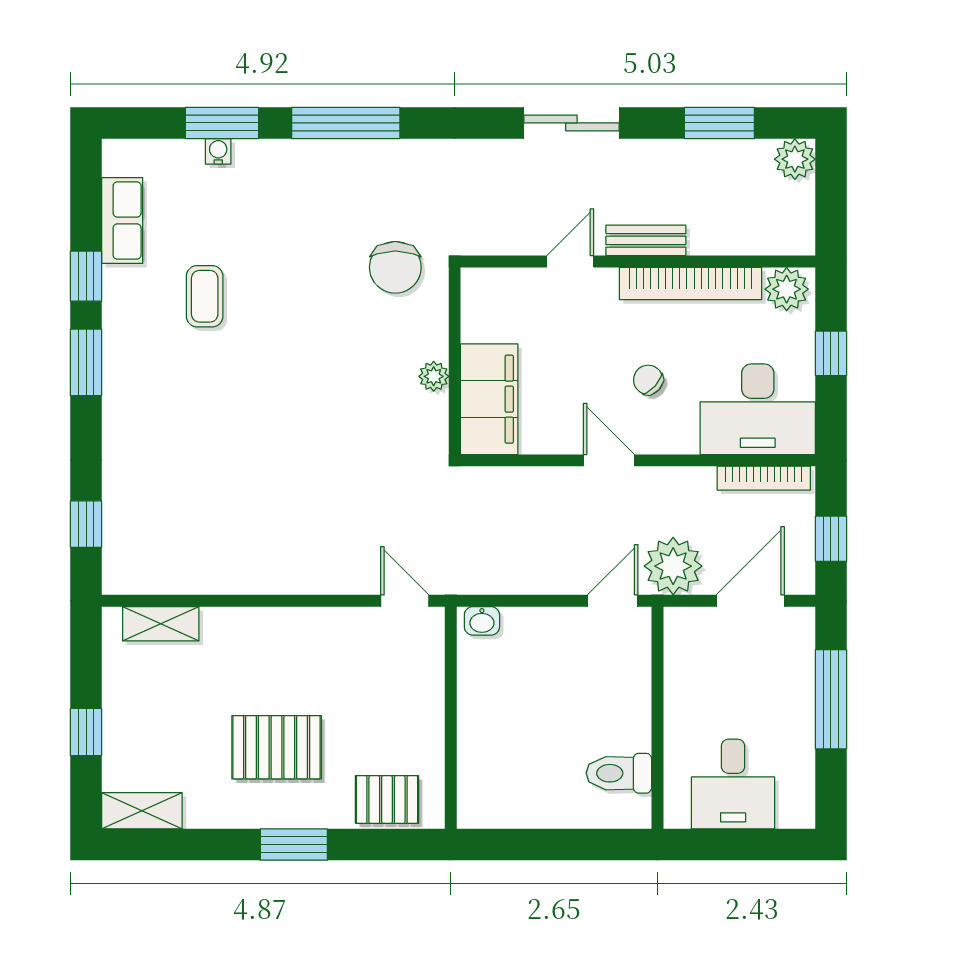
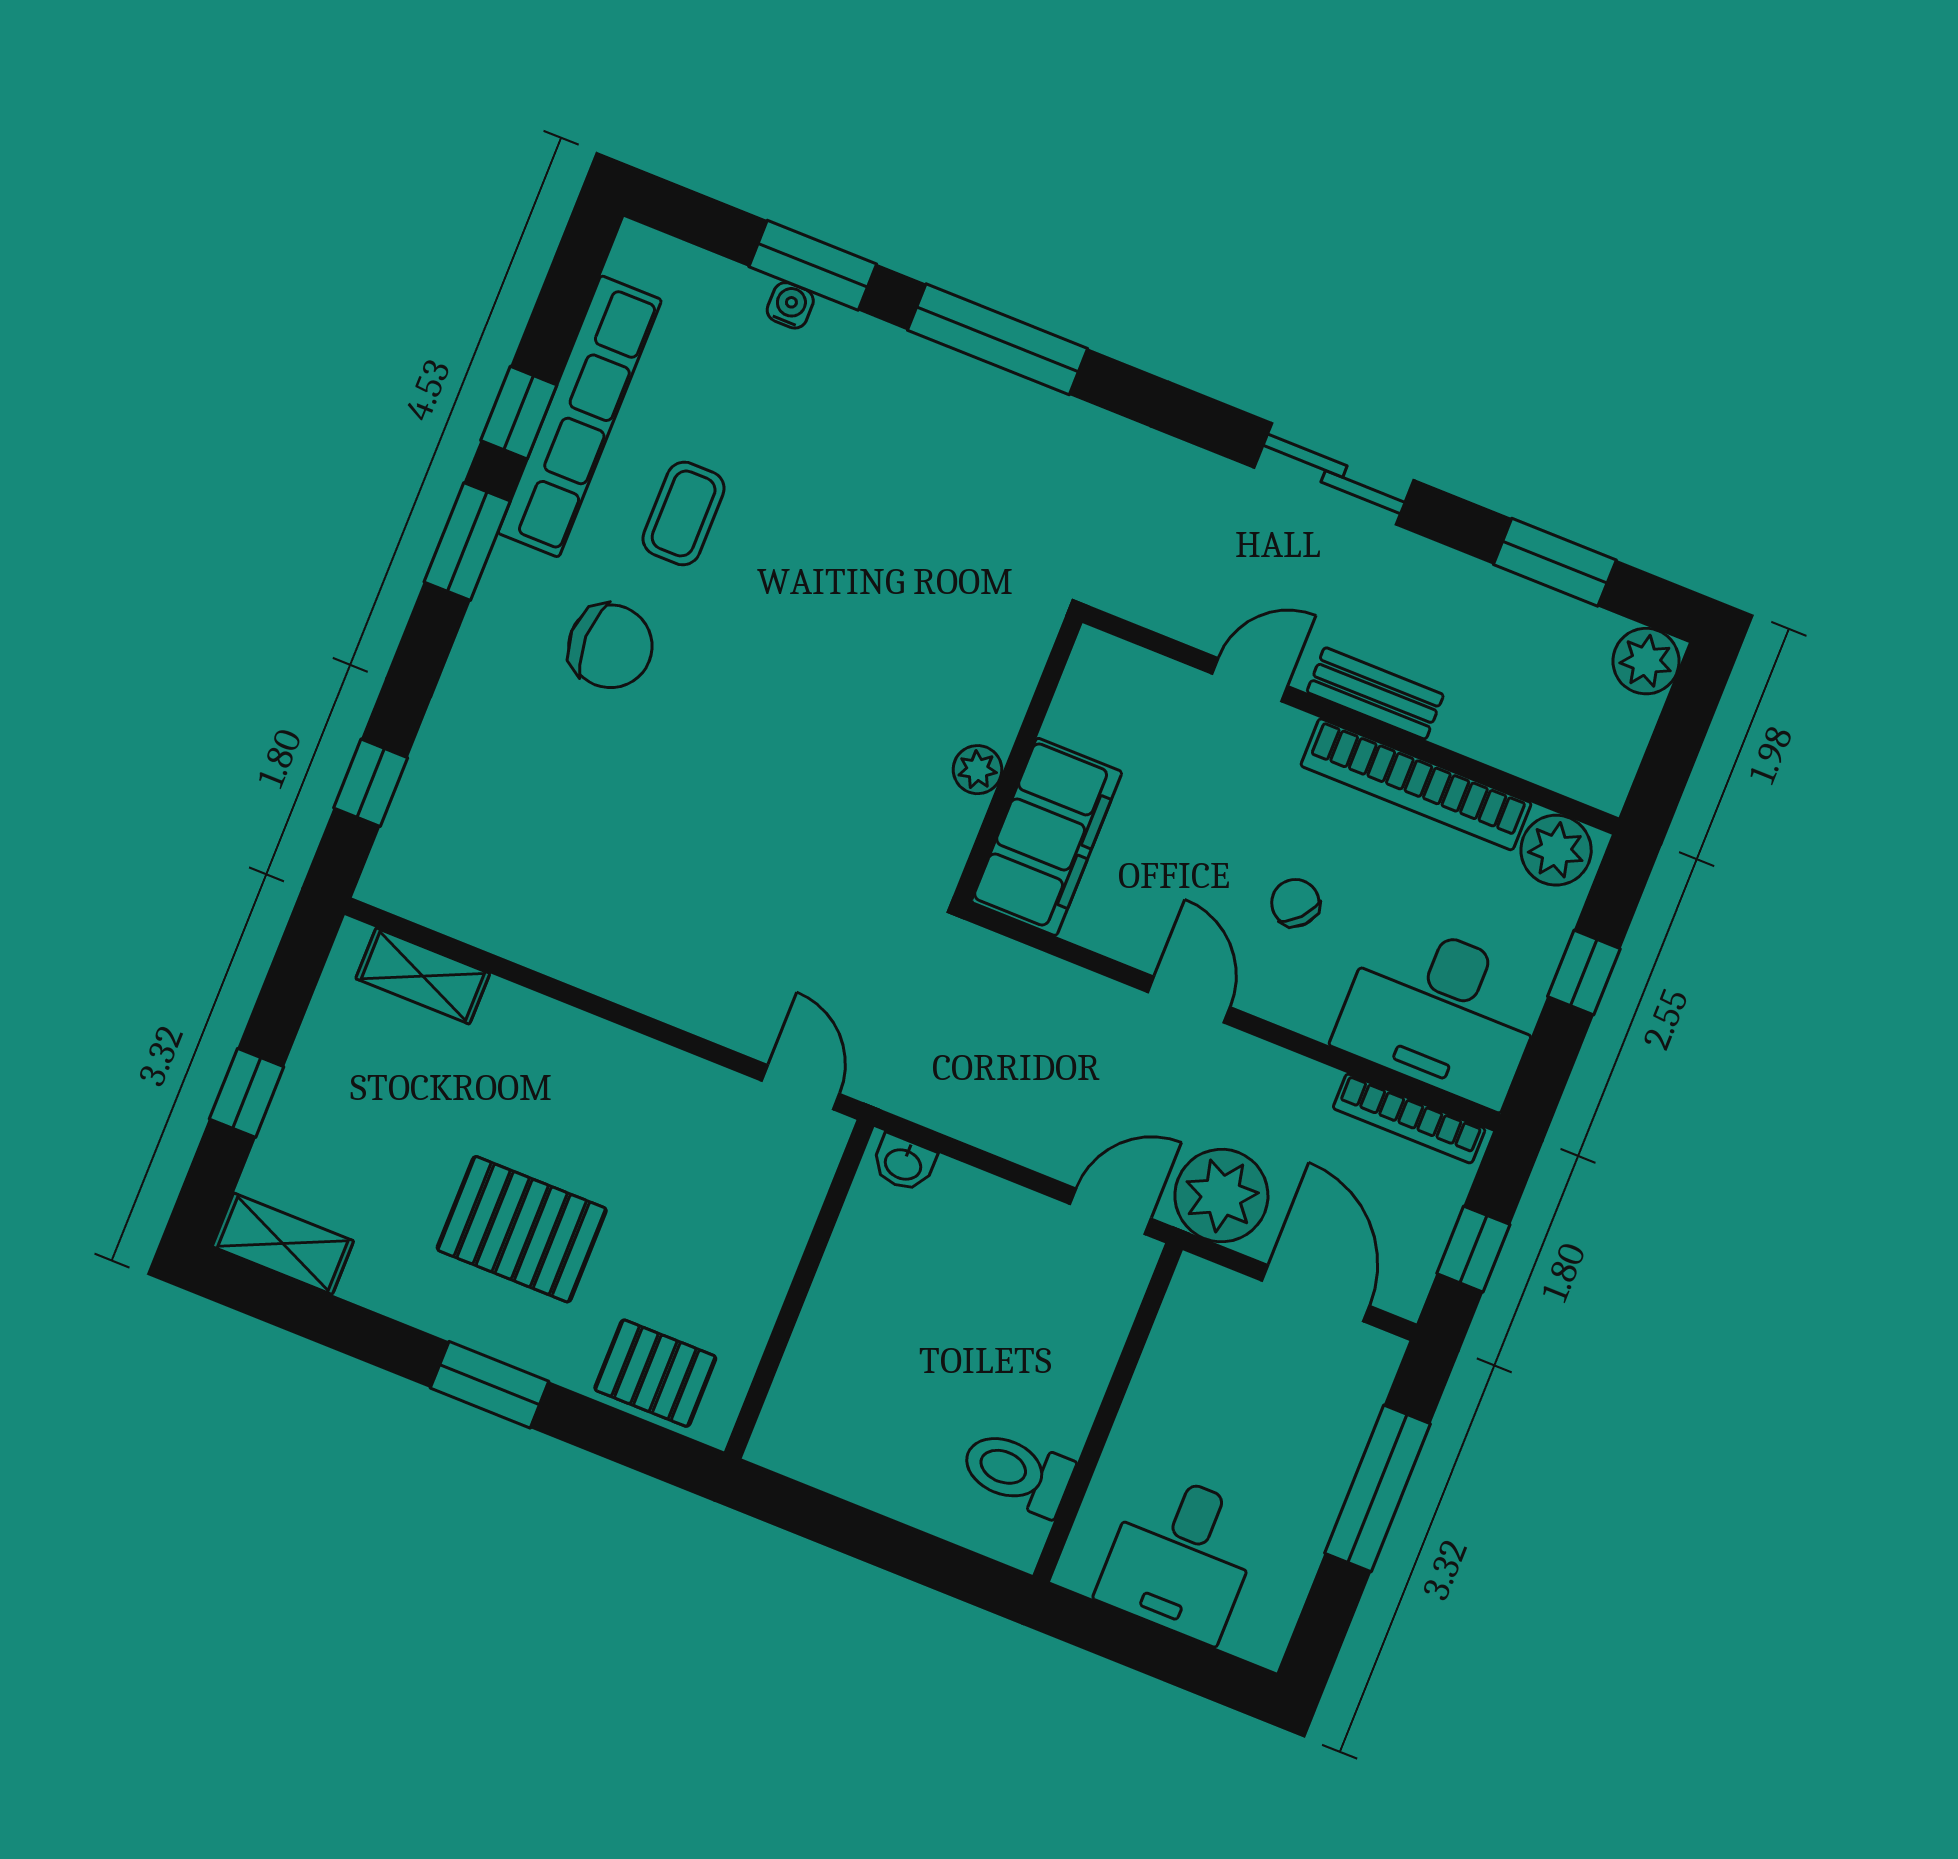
row of seats: (122, 221) -> (580, 416), width x2.02
chair: (395, 267) -> (610, 646), moved, turned -90
door: (750, 601) -> (1316, 1293), hinge flipped

